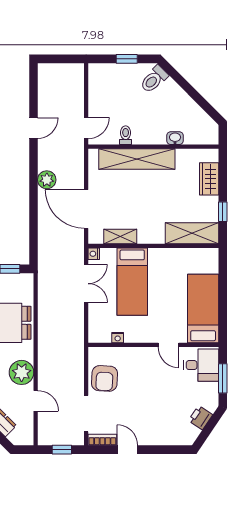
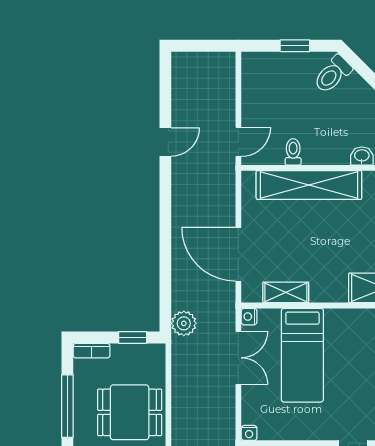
plant: (47, 180) -> (184, 323), moved
nightstand: (118, 338) -> (249, 433), moved

